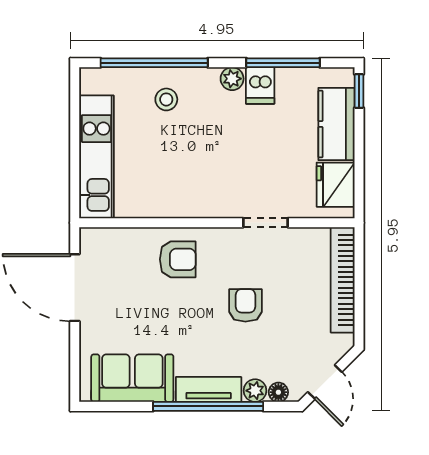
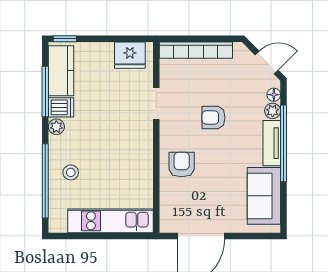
kitchen counter: (336, 124) -> (61, 71), moved, turned -90

